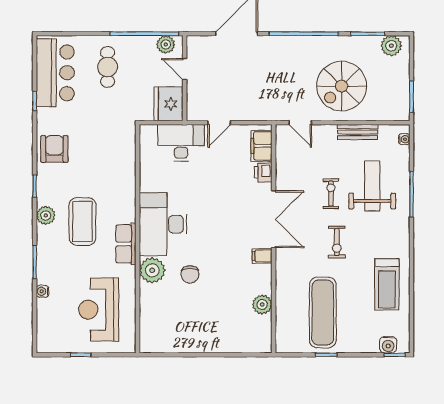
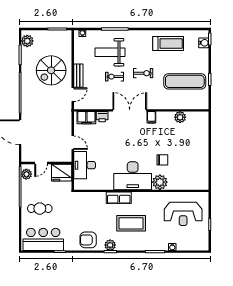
spiral stairs: (342, 86) -> (51, 70), turned 90
bench: (358, 132) -> (78, 76), moved
plant: (46, 215) -> (110, 245), moved
row of seats: (126, 244) -> (119, 198), moved

